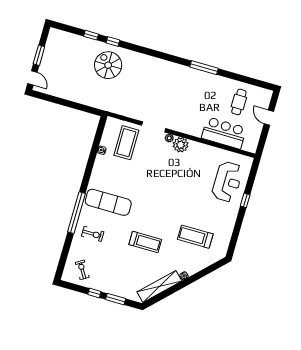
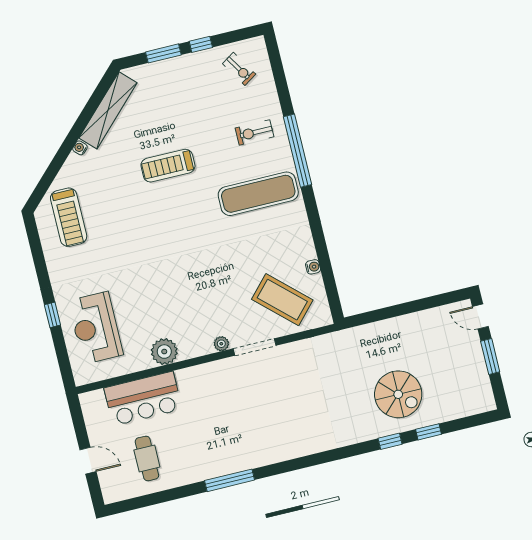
spiral stairs: (108, 65) -> (398, 394), moved
coffee table: (126, 143) -> (282, 300), turned -47
plant: (181, 145) -> (164, 352), moved
treadmill: (195, 237) -> (69, 217), moved, turned 90

